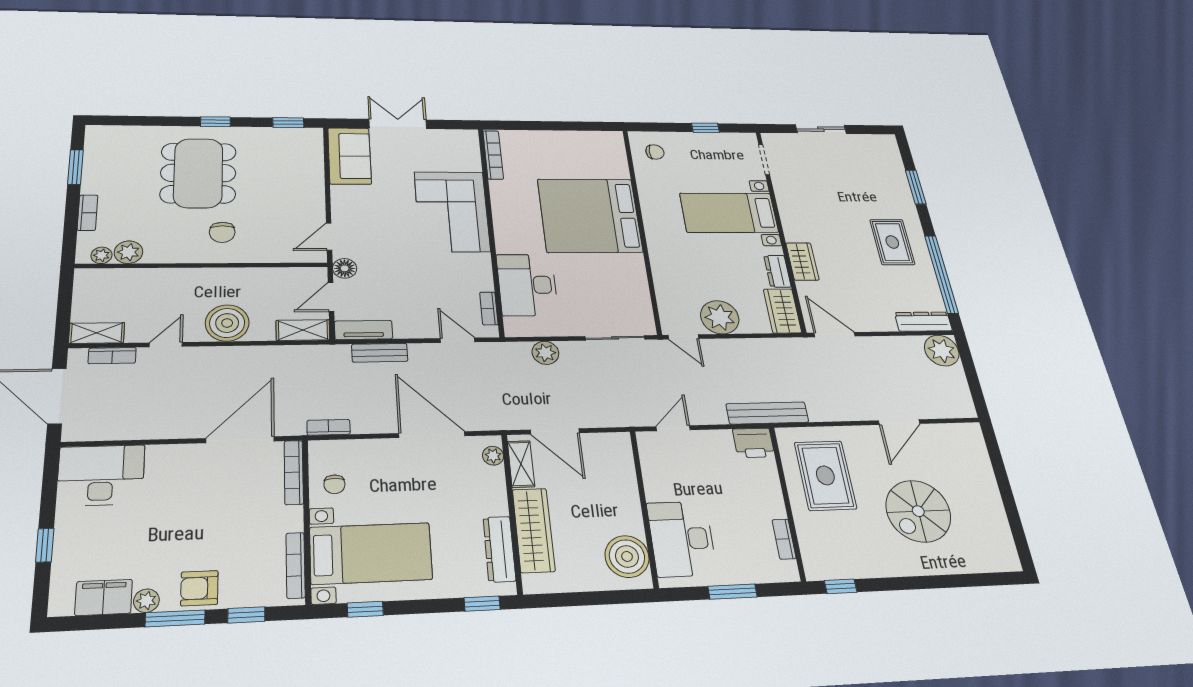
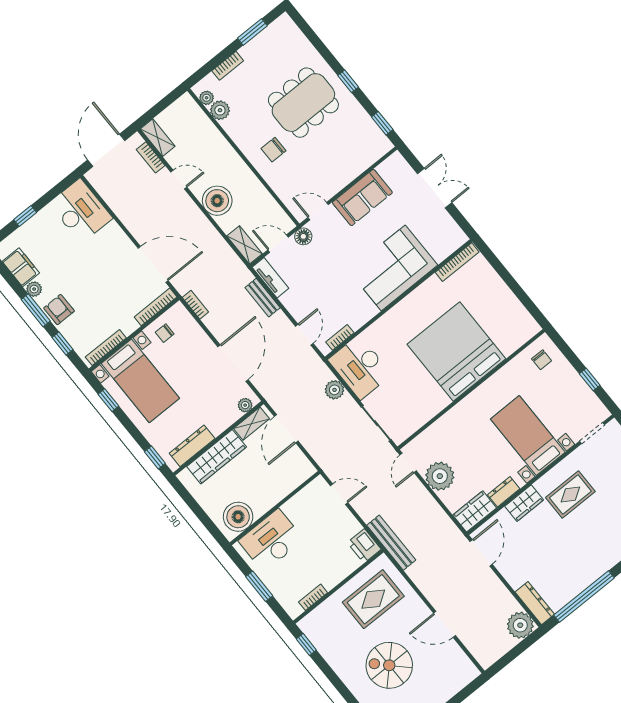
sofa: (350, 156) -> (362, 198), moved
rug: (892, 242) -> (570, 494), moved
desk: (527, 285) -> (360, 367), moved, turned -90

